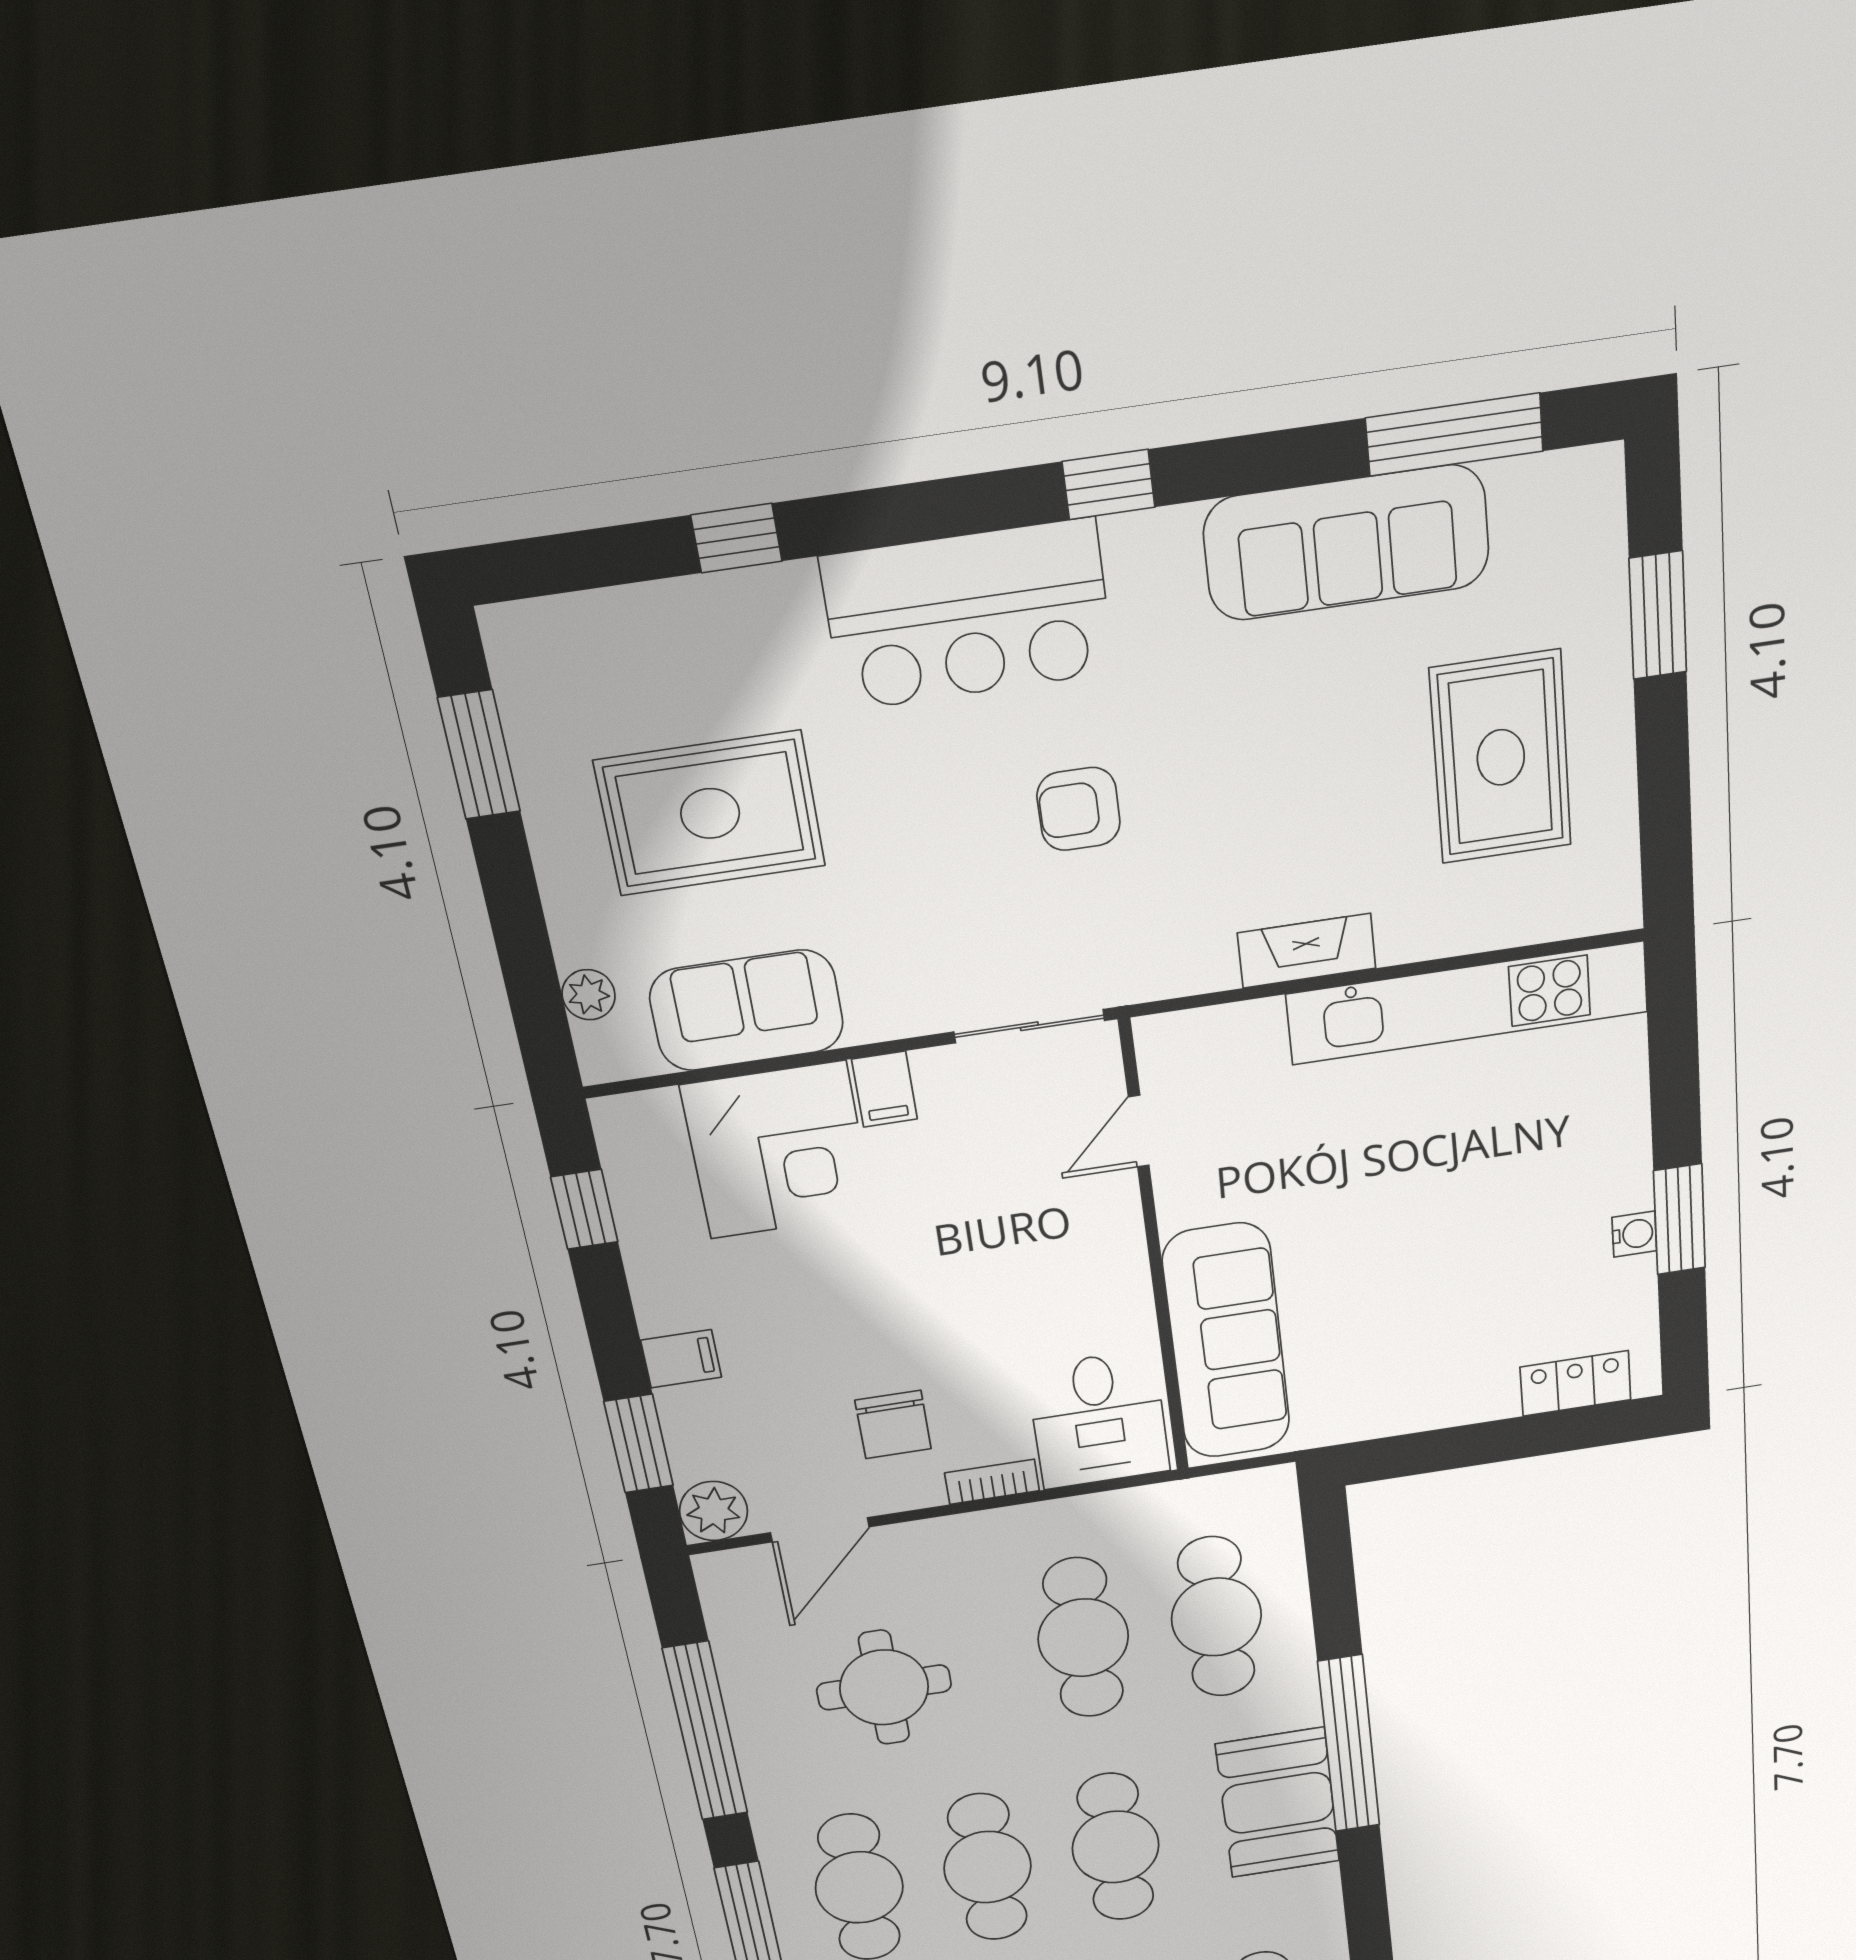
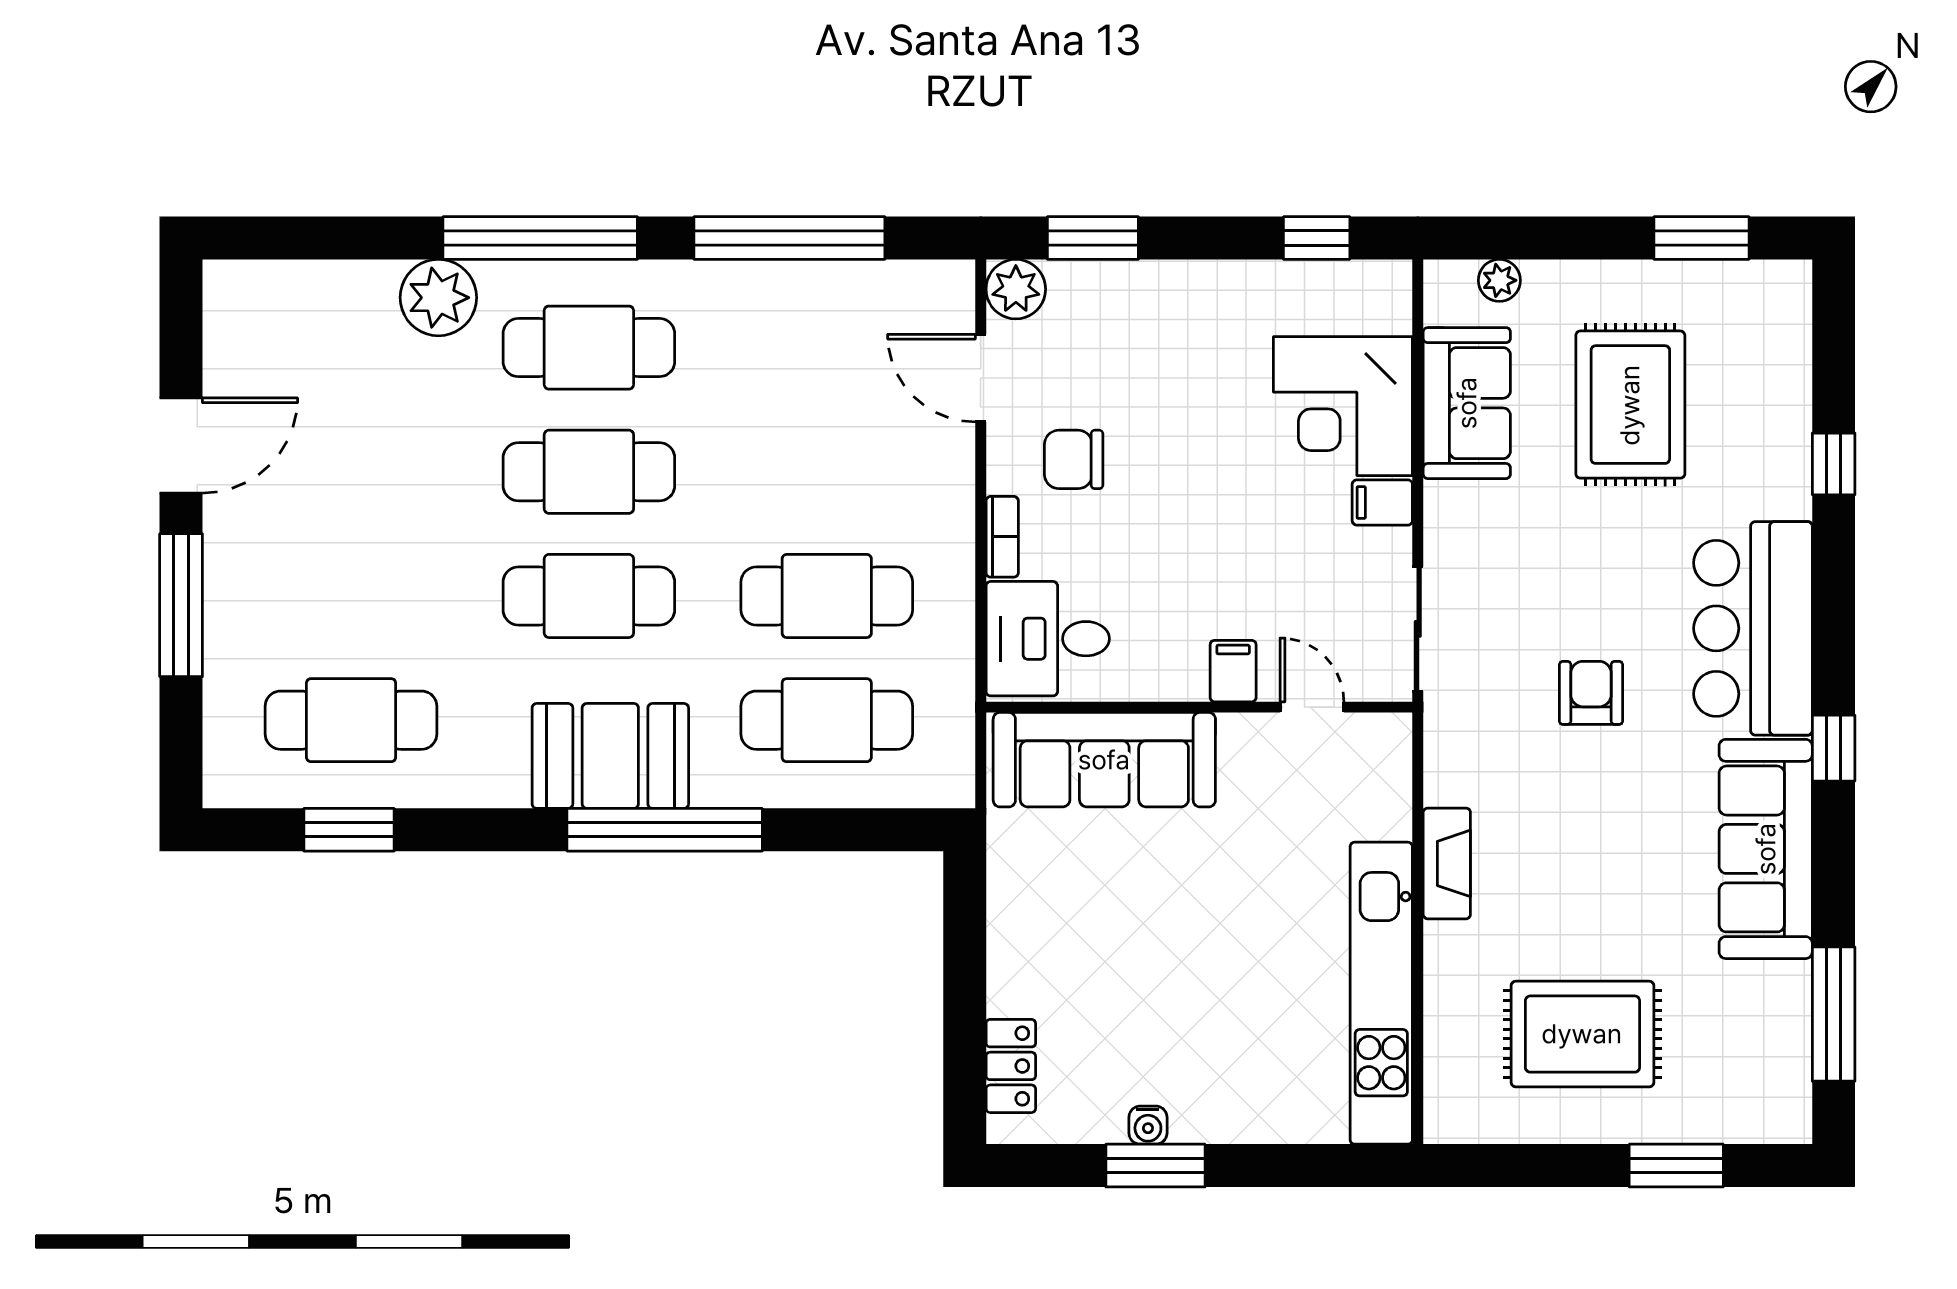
sofa: (1347, 543) -> (1766, 849), moved
filing cabinet: (681, 1359) -> (1233, 671), moved, turned 180
round table: (884, 1687) -> (807, 407), removed

